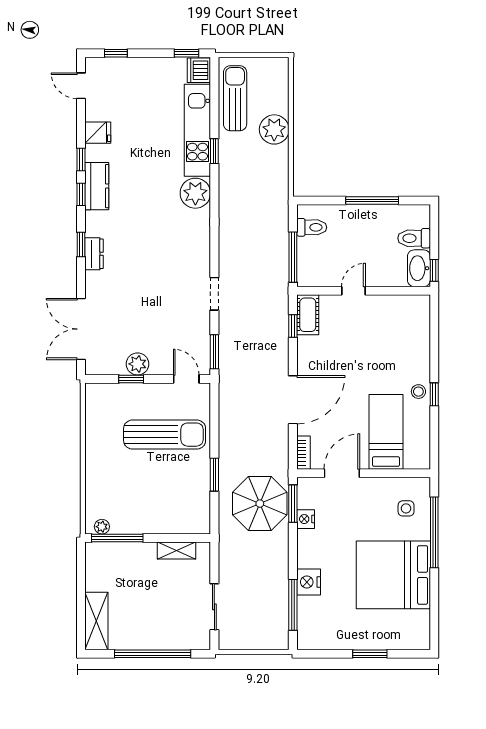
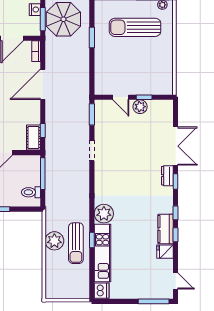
window: (116, 53) -> (154, 301), width x2.17
window: (187, 53) -> (109, 301), removed
sun lounger: (235, 98) -> (76, 243), moved
plant: (274, 129) -> (54, 241), moved
kitchen counter: (97, 186) -> (166, 229), moved
double door: (81, 329) -> (176, 146), moved
door: (186, 379) -> (121, 97), moved
sun lounger: (165, 435) -> (135, 27), moved

